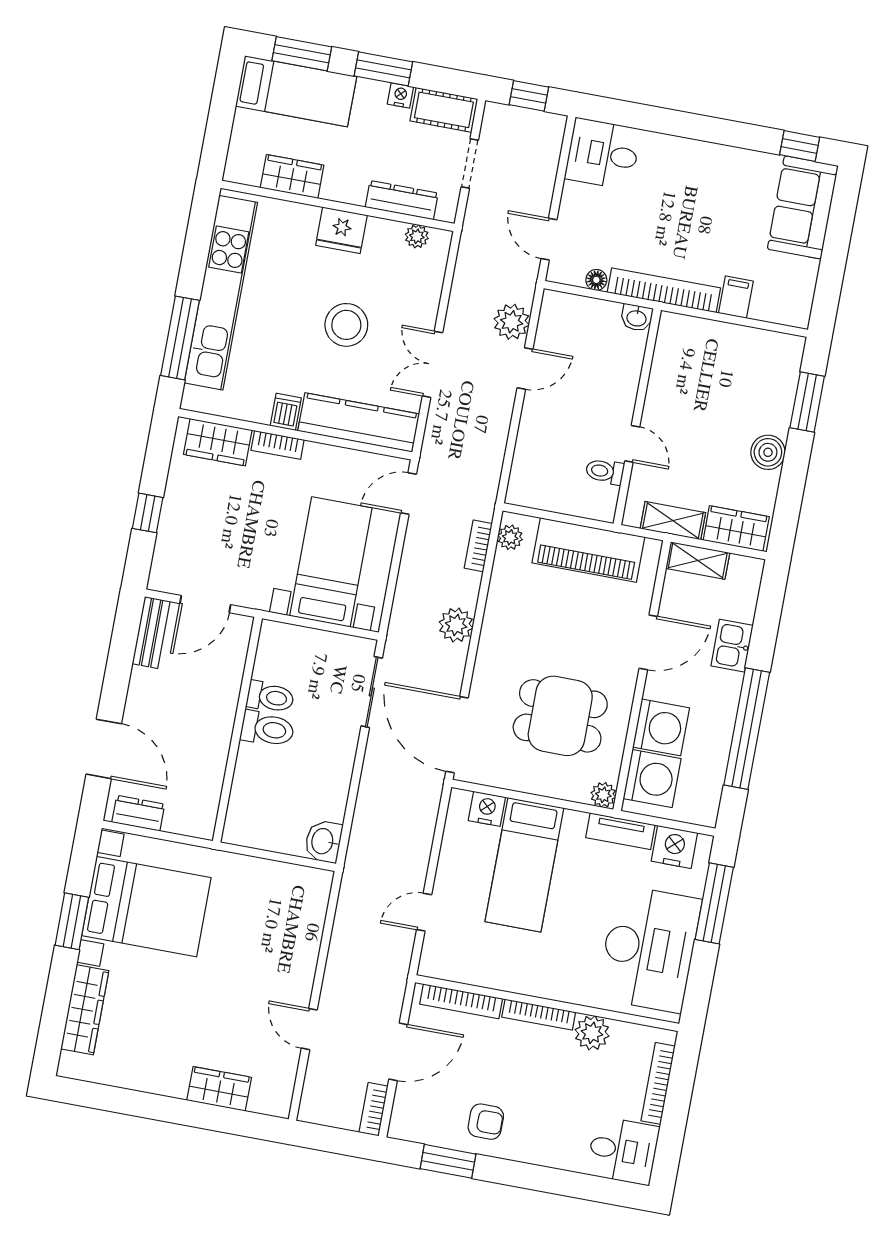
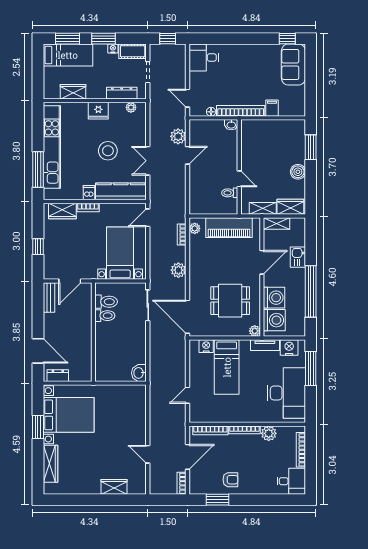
toilet: (267, 729) -> (106, 302), moved

